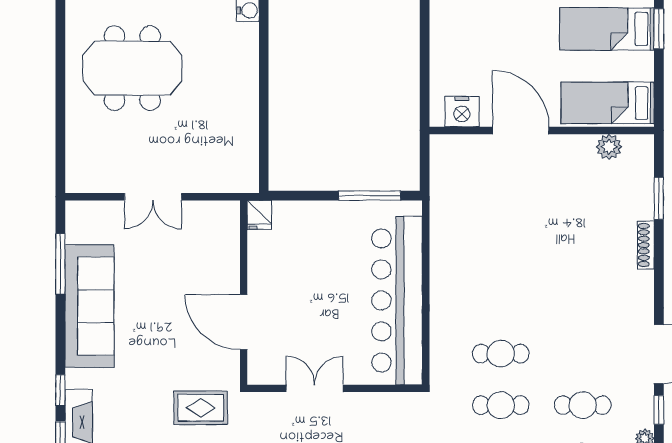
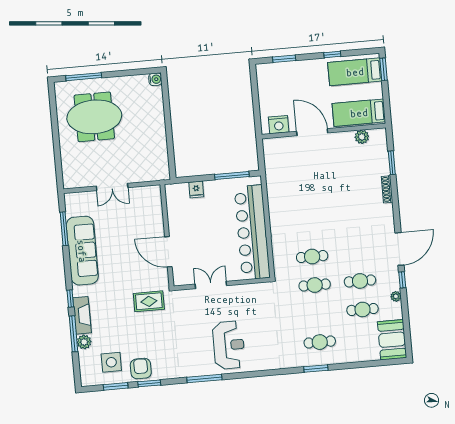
fridge: (259, 215) -> (196, 189), moved

